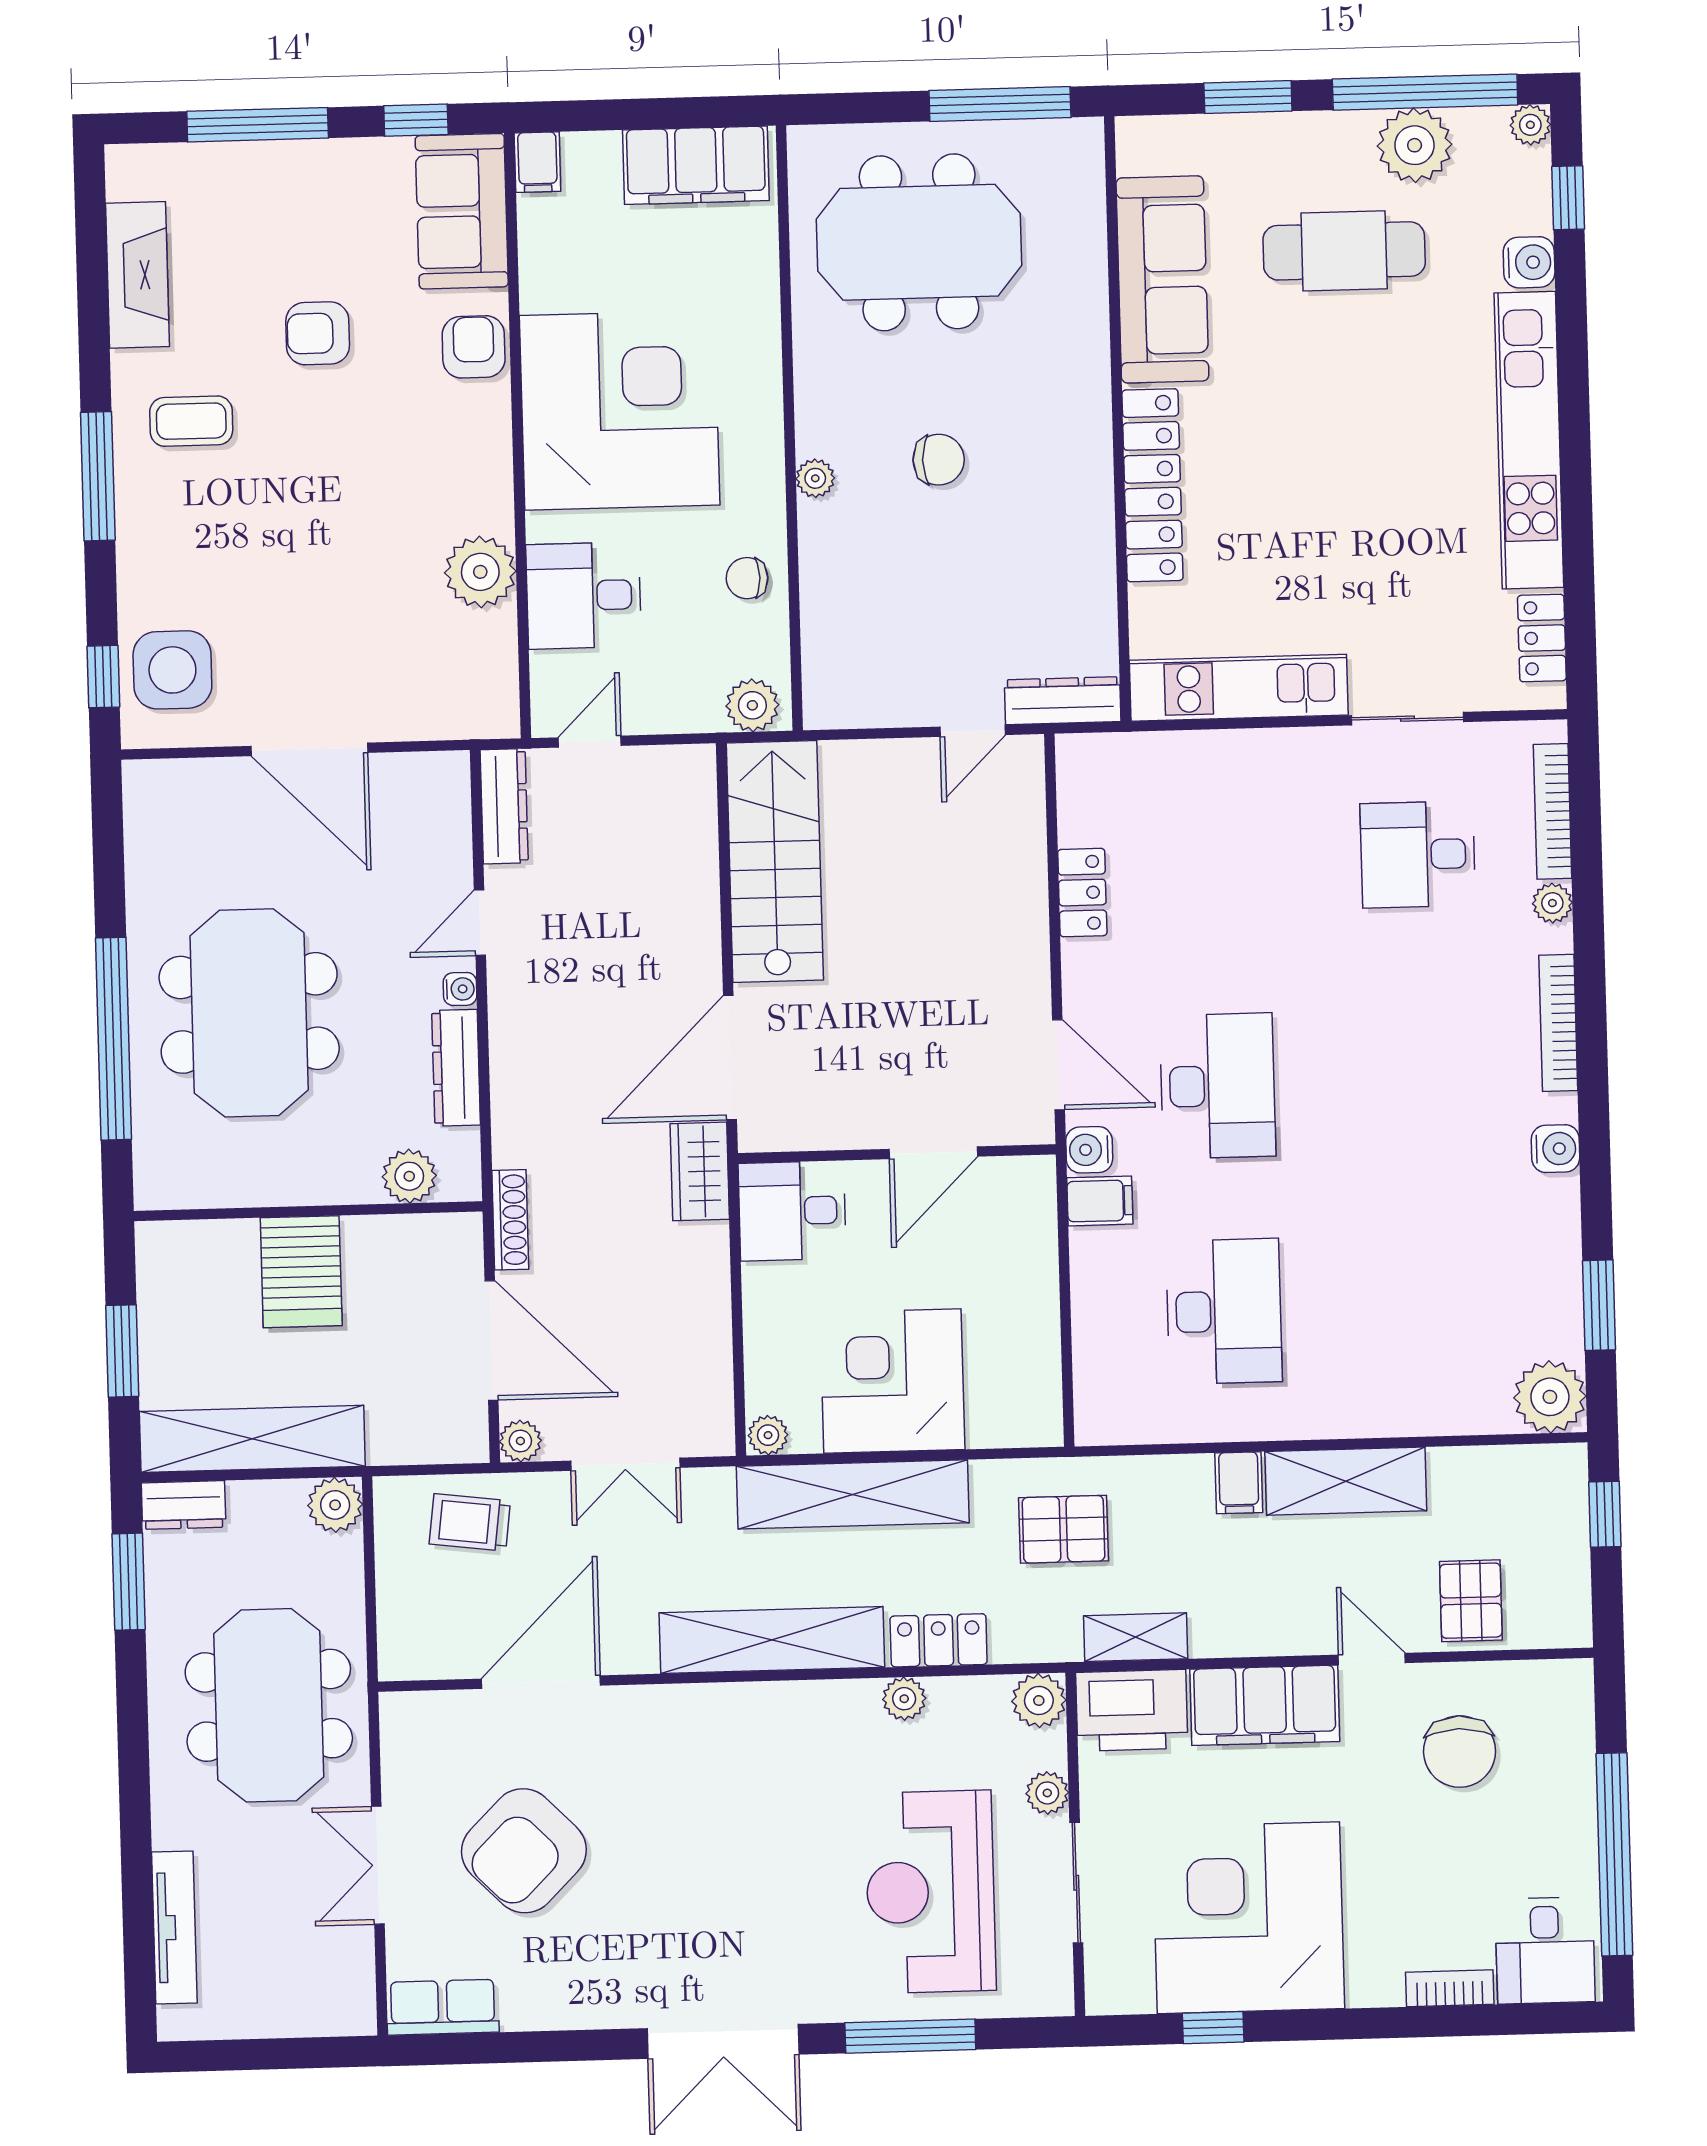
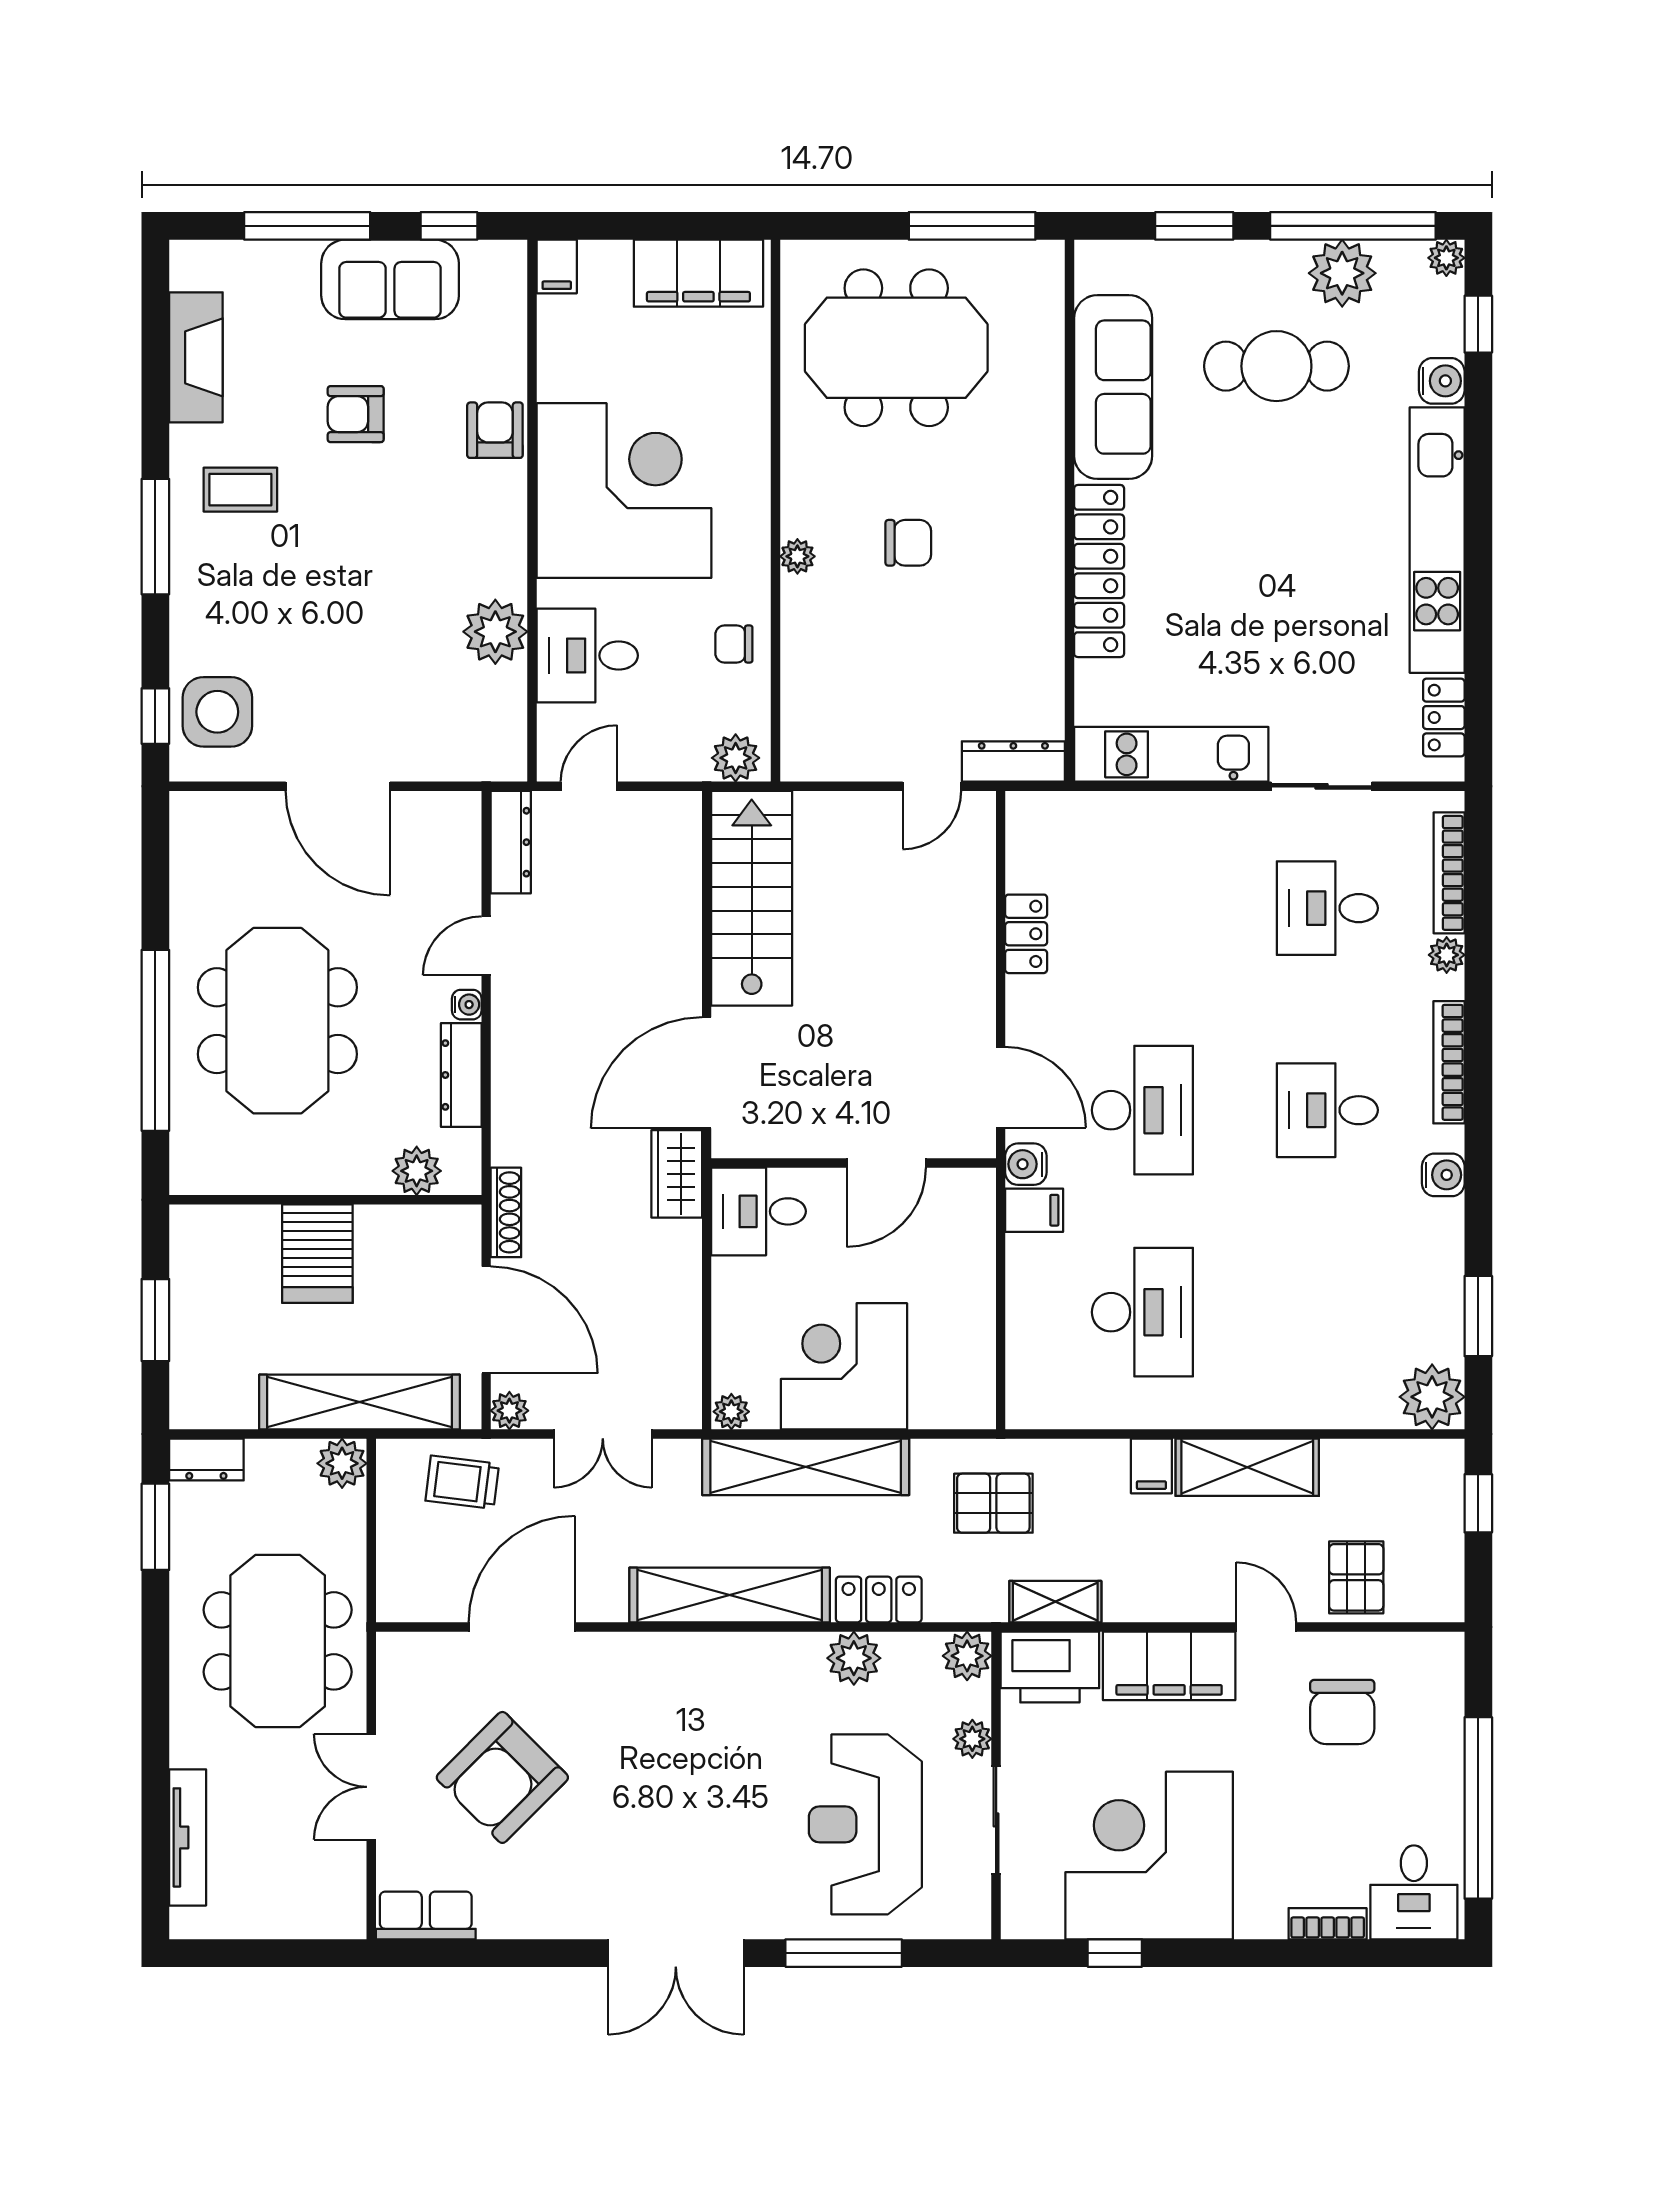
sofa: (462, 211) -> (390, 279), moved, turned -90
desk: (1424, 1080) -> (1327, 1110), added
shelving: (252, 1439) -> (360, 1402), moved
plant: (904, 1699) -> (854, 1658), width x1.38, depth x1.38

